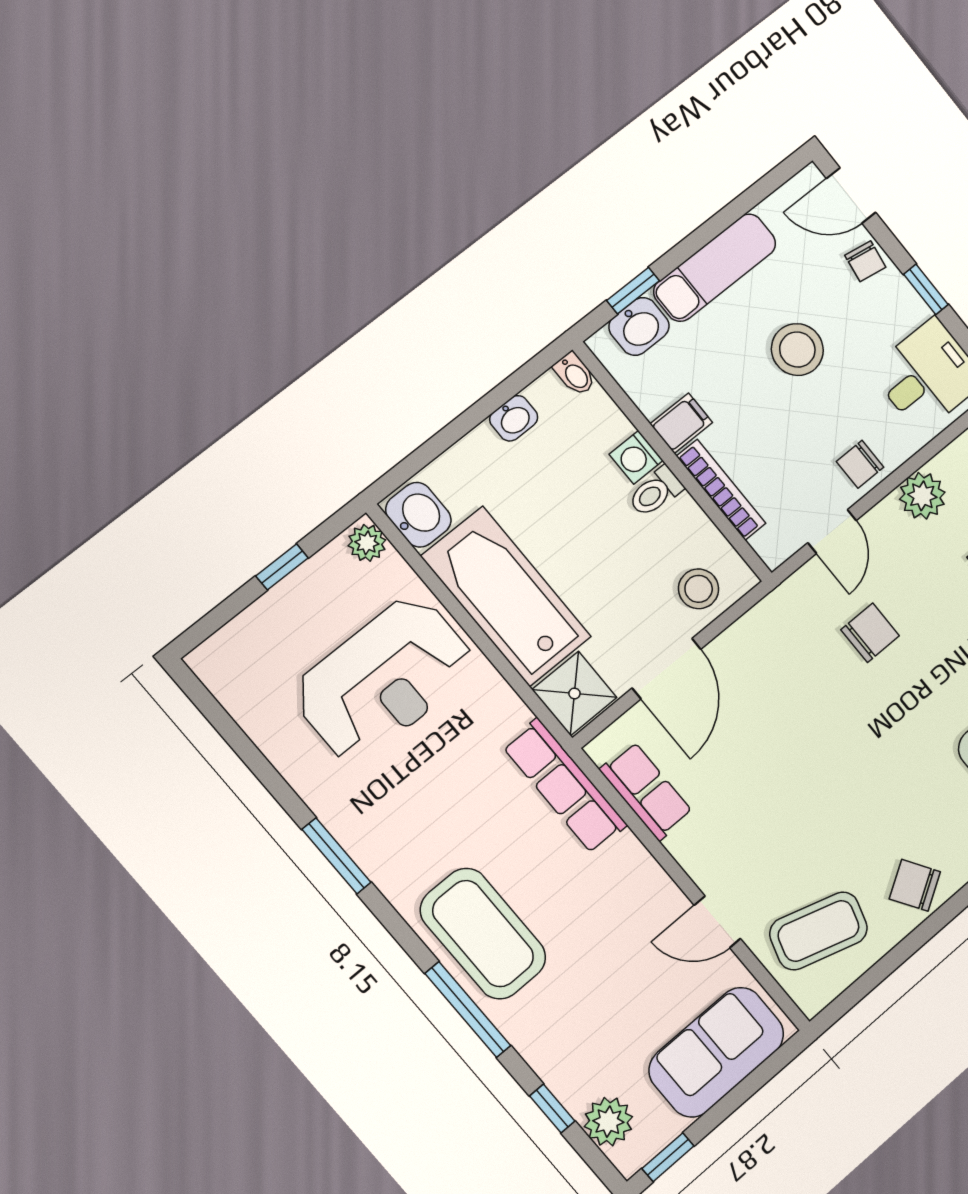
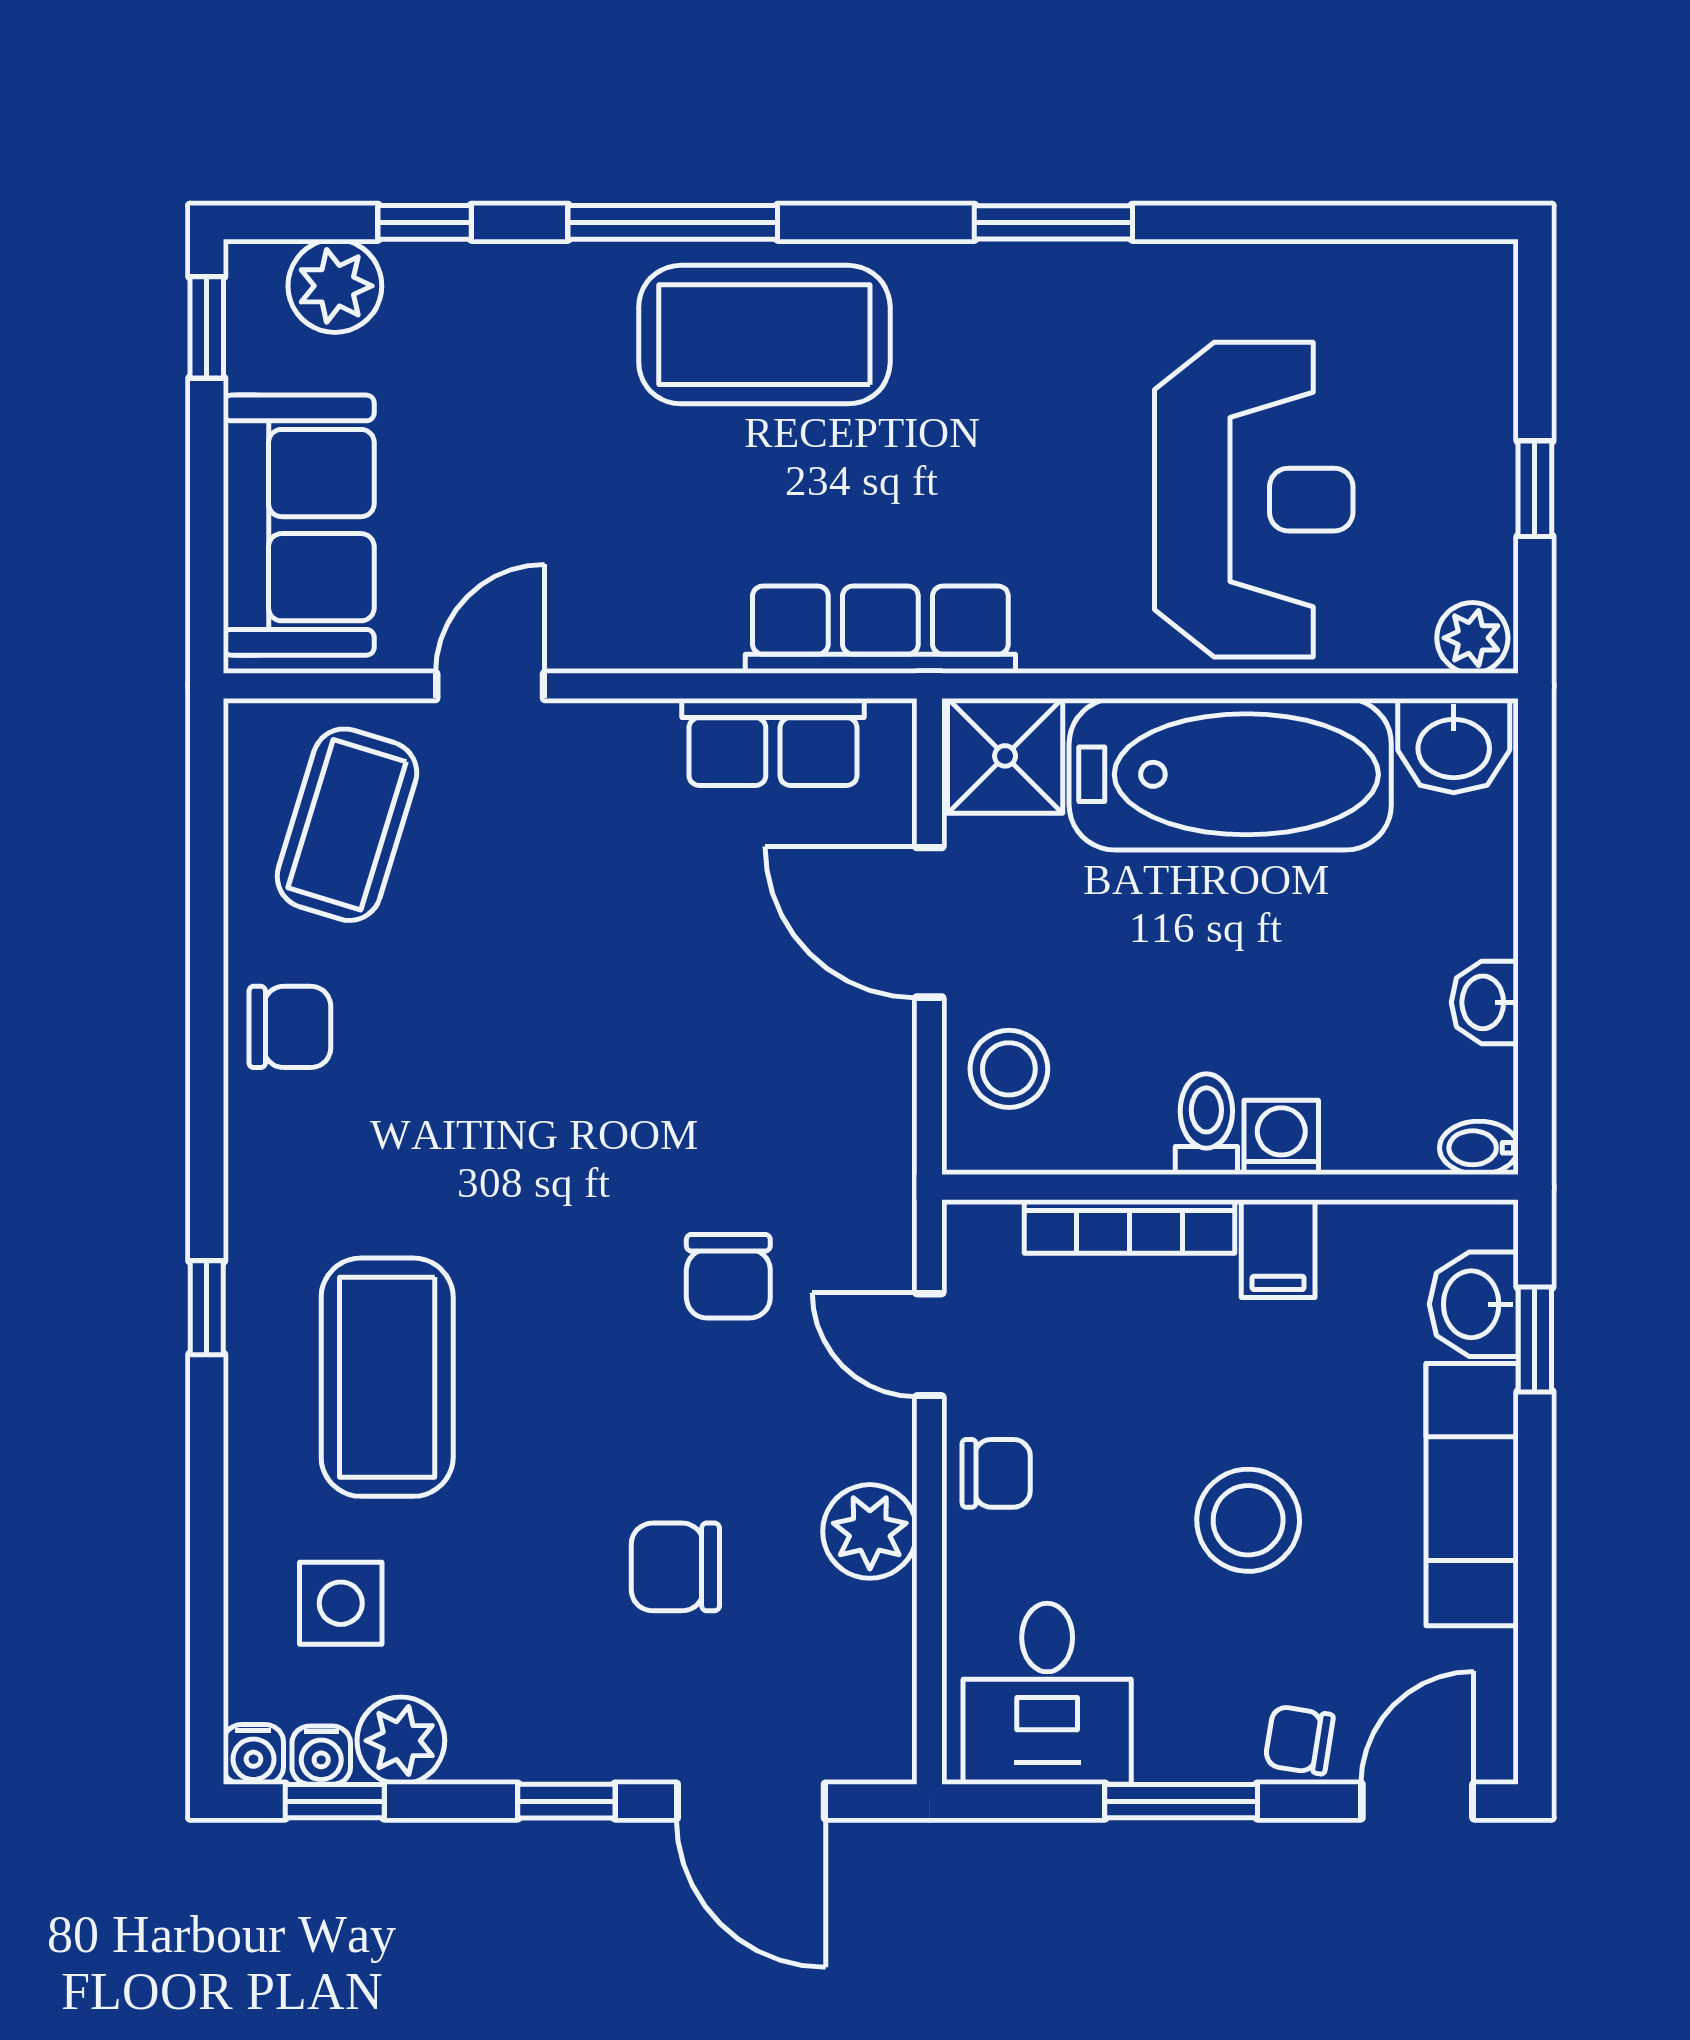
window: (926, 289) -> (1181, 1801), width x1.50
chair: (860, 464) -> (996, 1473), turned 90
reception desk: (384, 679) -> (1254, 500), turned 180
chair: (915, 885) -> (290, 1027), turned 32

